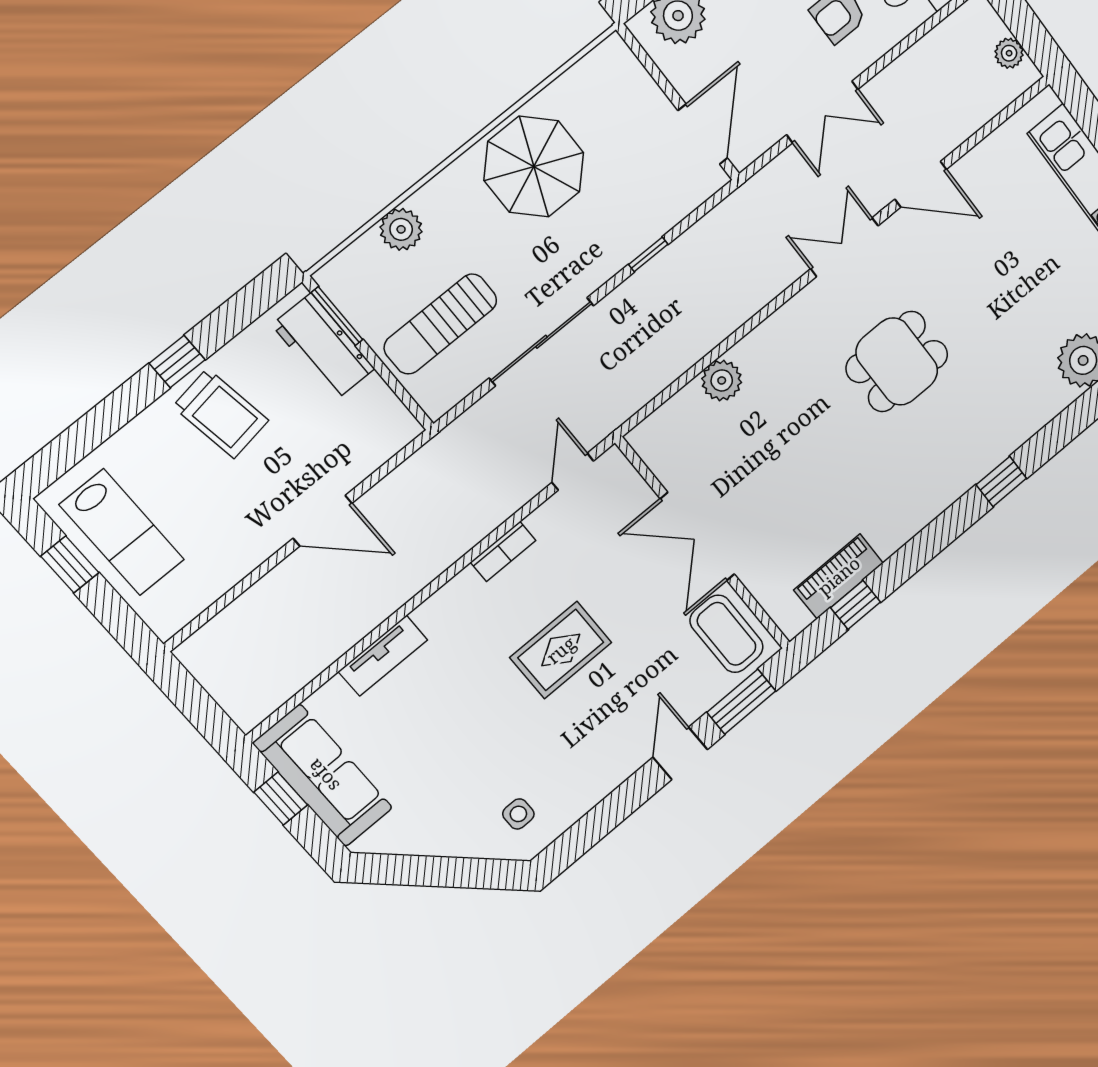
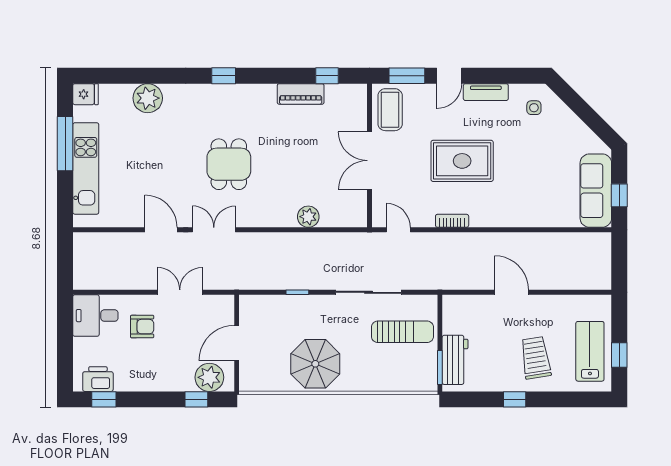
plant: (1009, 53) -> (81, 254), removed
door: (703, 134) -> (237, 343), moved
plant: (401, 229) -> (388, 381), removed
double door: (844, 247) -> (214, 230), swing flipped
dining table: (897, 361) -> (229, 164), turned 90
trolley: (221, 413) -> (536, 358), moved
door: (573, 472) -> (398, 230), swing flipped
double door: (697, 537) -> (370, 161), swing flipped
piano: (839, 576) -> (301, 94), moved
rug: (561, 650) -> (462, 161), width x1.36, depth x1.43
tv unit: (383, 656) -> (486, 92), moved, turned 180

